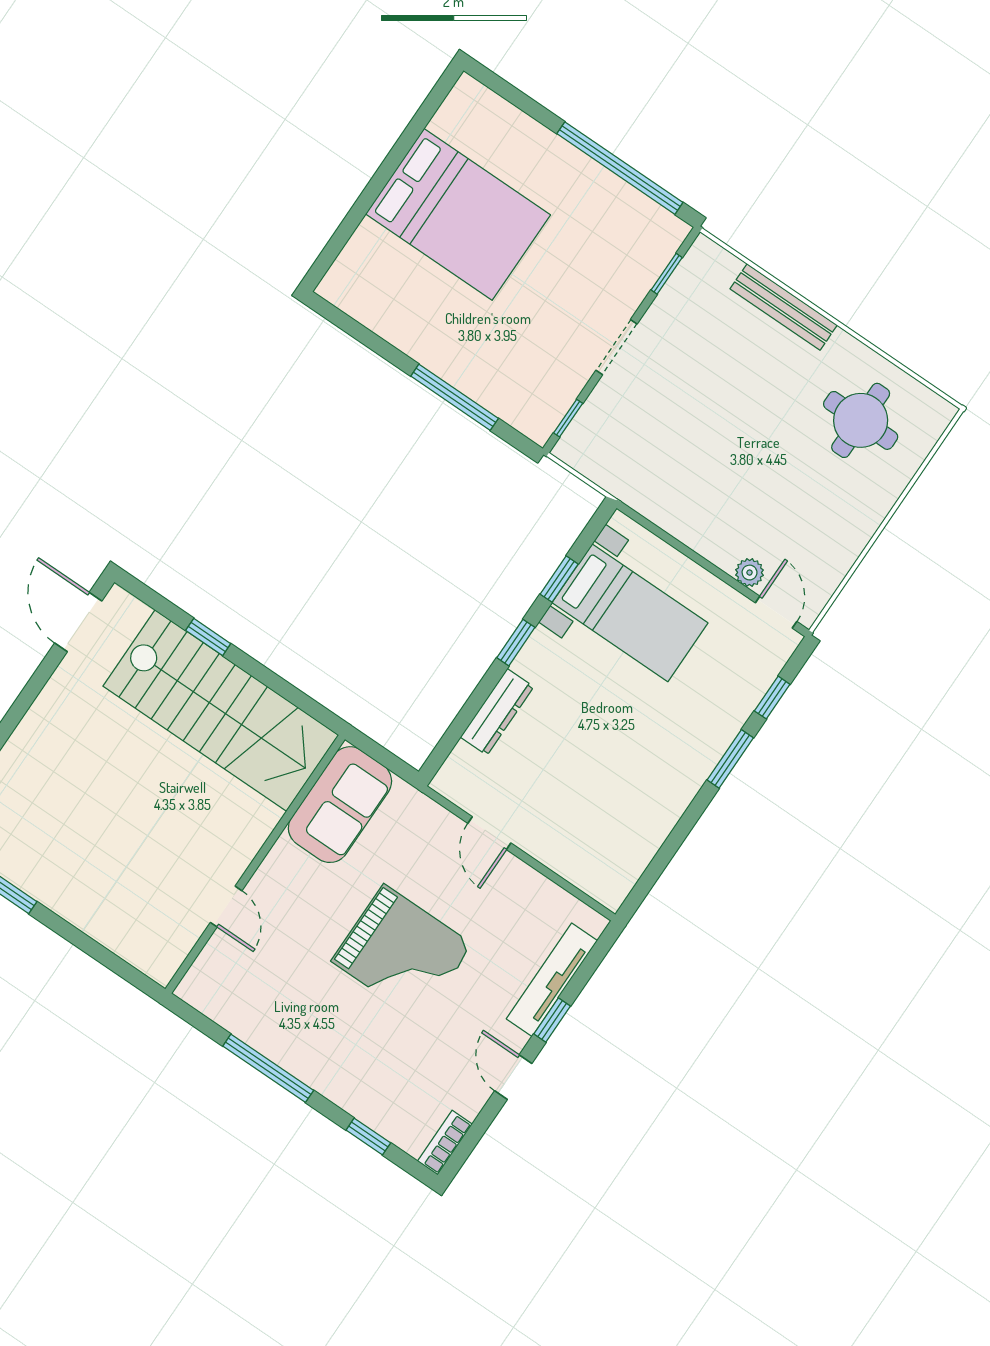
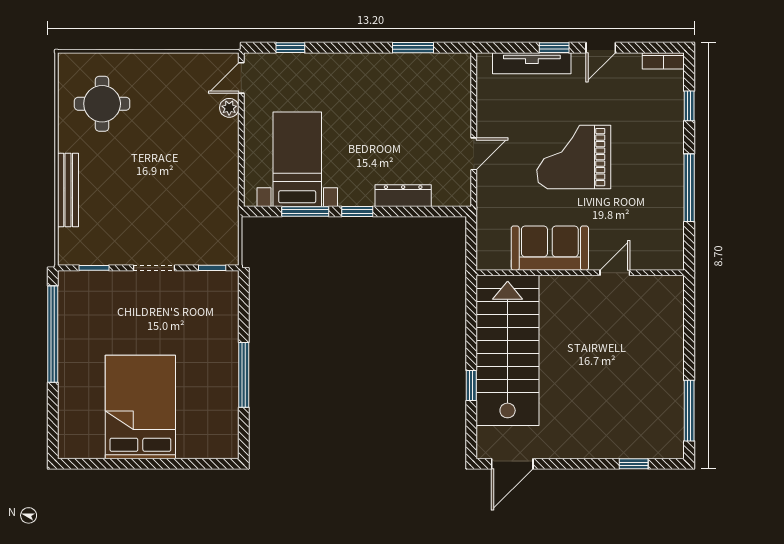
window: (455, 397) -> (244, 375), moved
window: (559, 579) -> (305, 212), width x1.50
window: (730, 759) -> (413, 48), moved
sofa: (340, 805) -> (550, 248), moved
grand piano: (402, 953) -> (574, 157), turned -90

